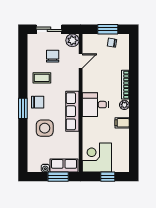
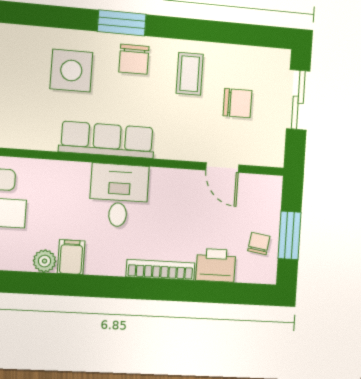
plant: (72, 40) -> (270, 152), removed
printer: (122, 61) -> (216, 265), added
plant: (124, 105) -> (45, 261), moved

